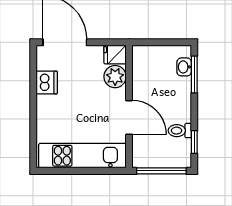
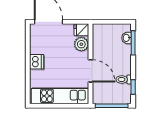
dishwasher: (47, 83) -> (37, 62), moved

